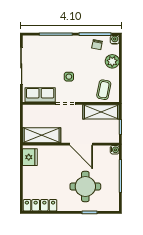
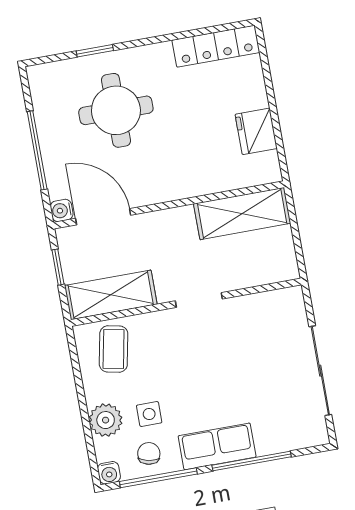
side table: (69, 77) -> (149, 414), moved
row of seats: (40, 95) -> (217, 446), moved, turned 180
door: (81, 144) -> (103, 217), moved
fridge: (30, 157) -> (256, 131), moved

